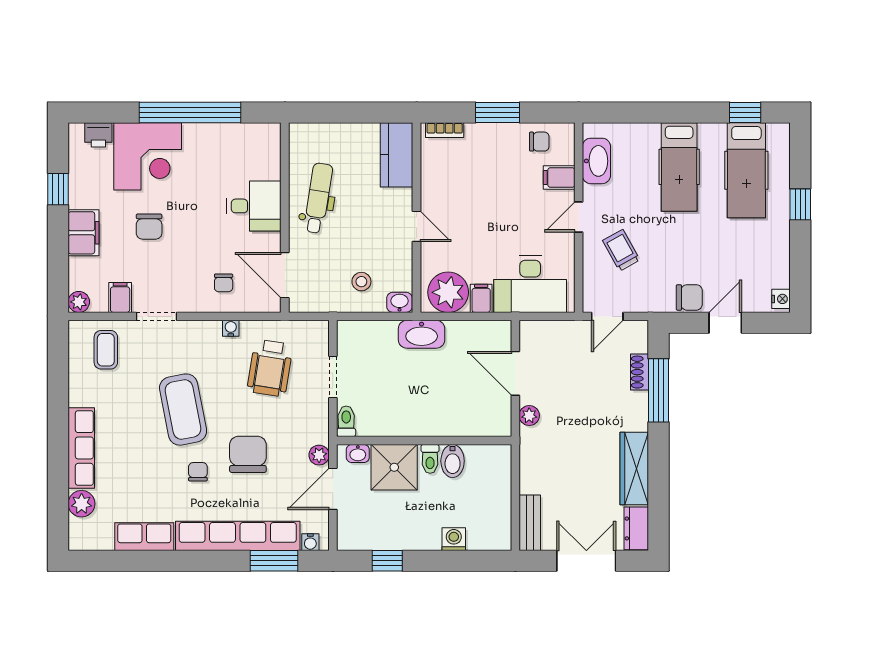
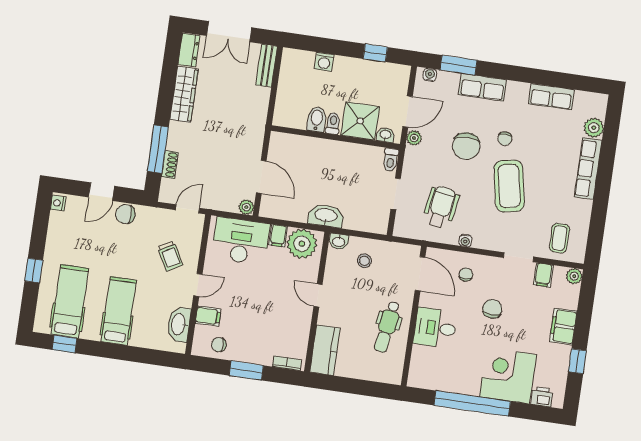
chair: (149, 227) -> (492, 309), moved
plant: (529, 416) -> (246, 207), moved
row of seats: (238, 536) -> (483, 87), width x0.50

